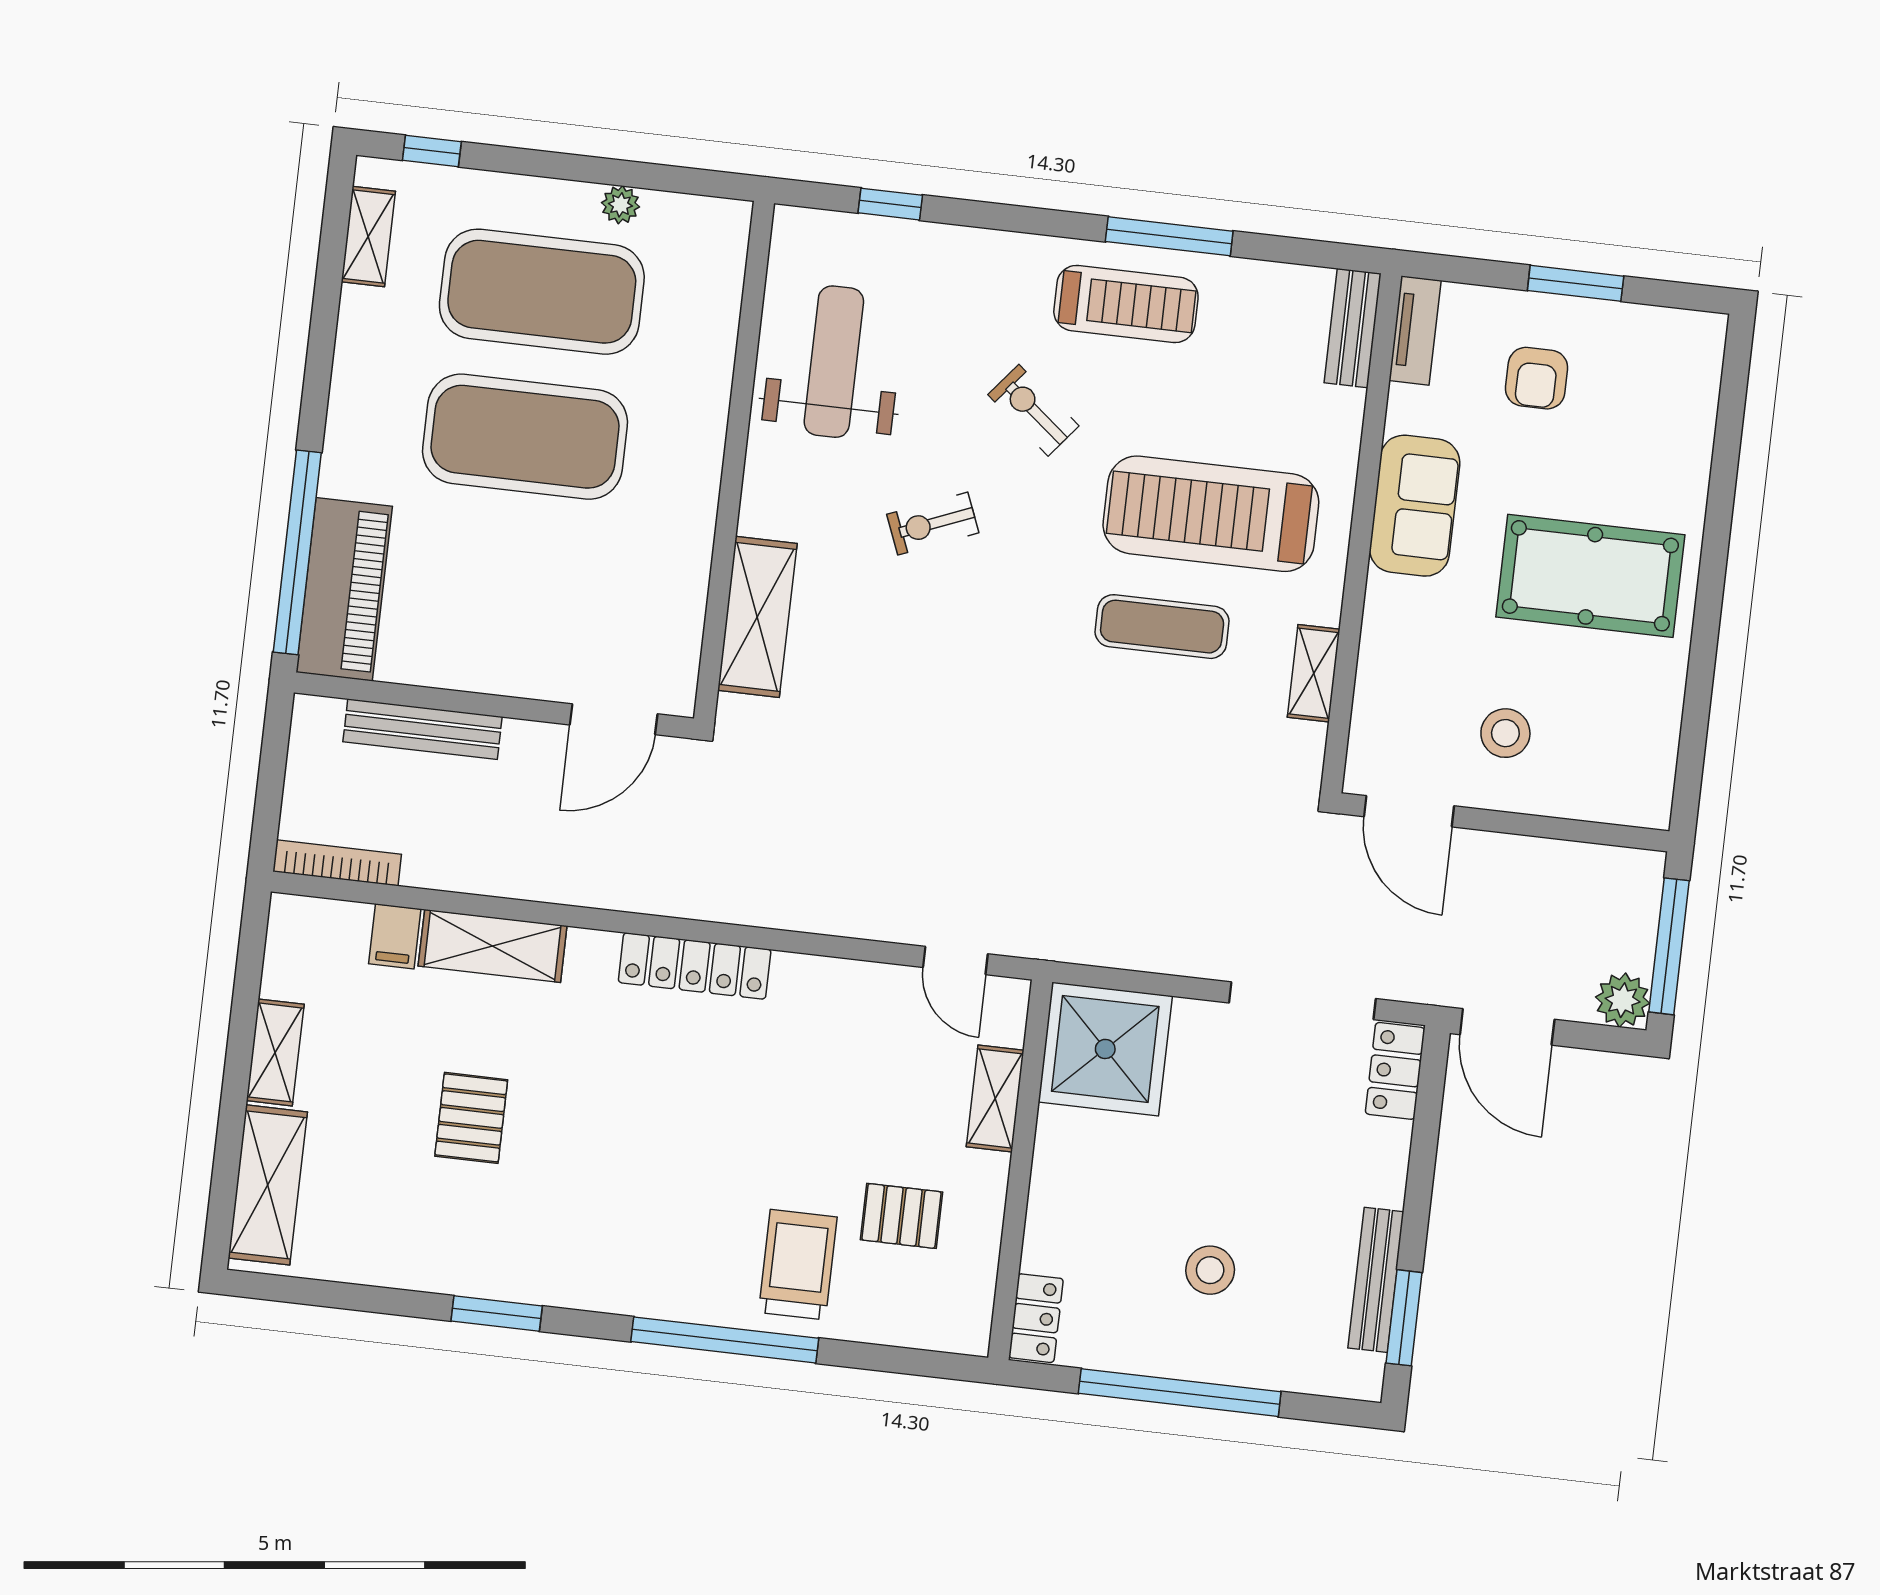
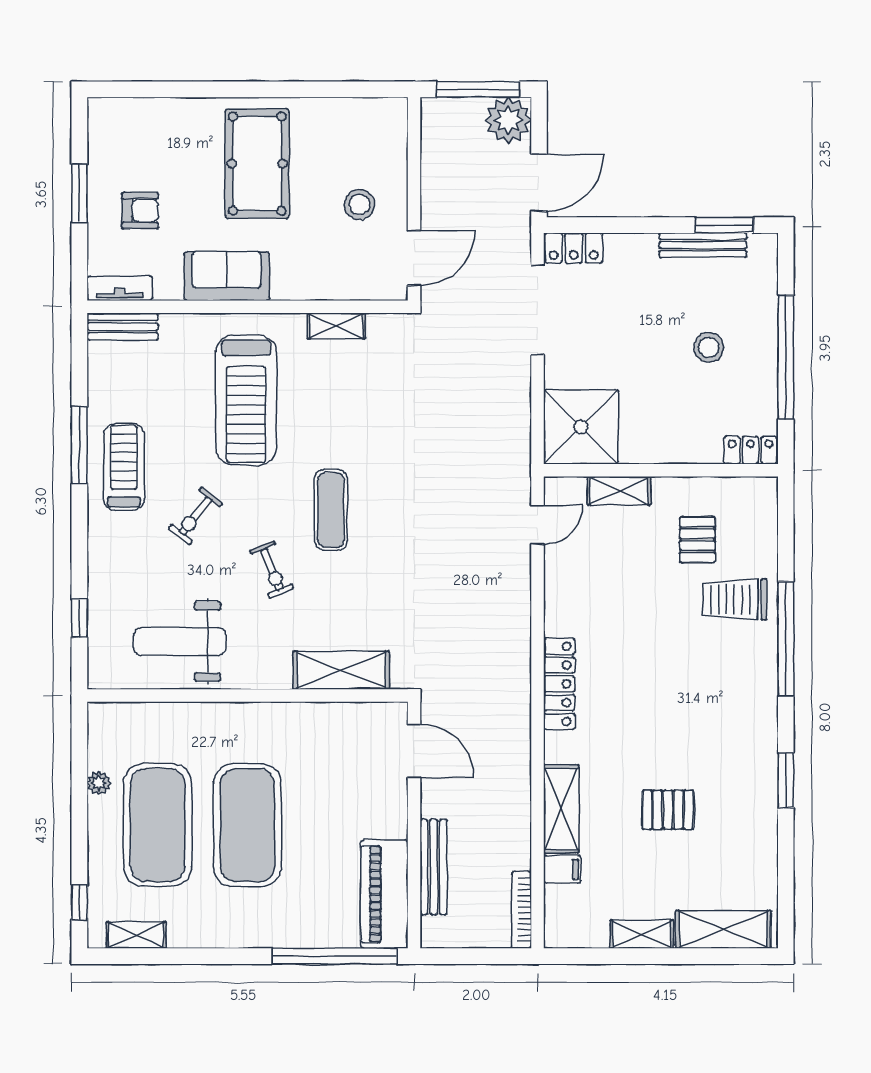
piano: (344, 589) -> (384, 894), moved, turned -90
exercise mat: (1162, 627) -> (331, 510), moved
plant: (1623, 1000) -> (508, 120), width x1.36, depth x1.36

